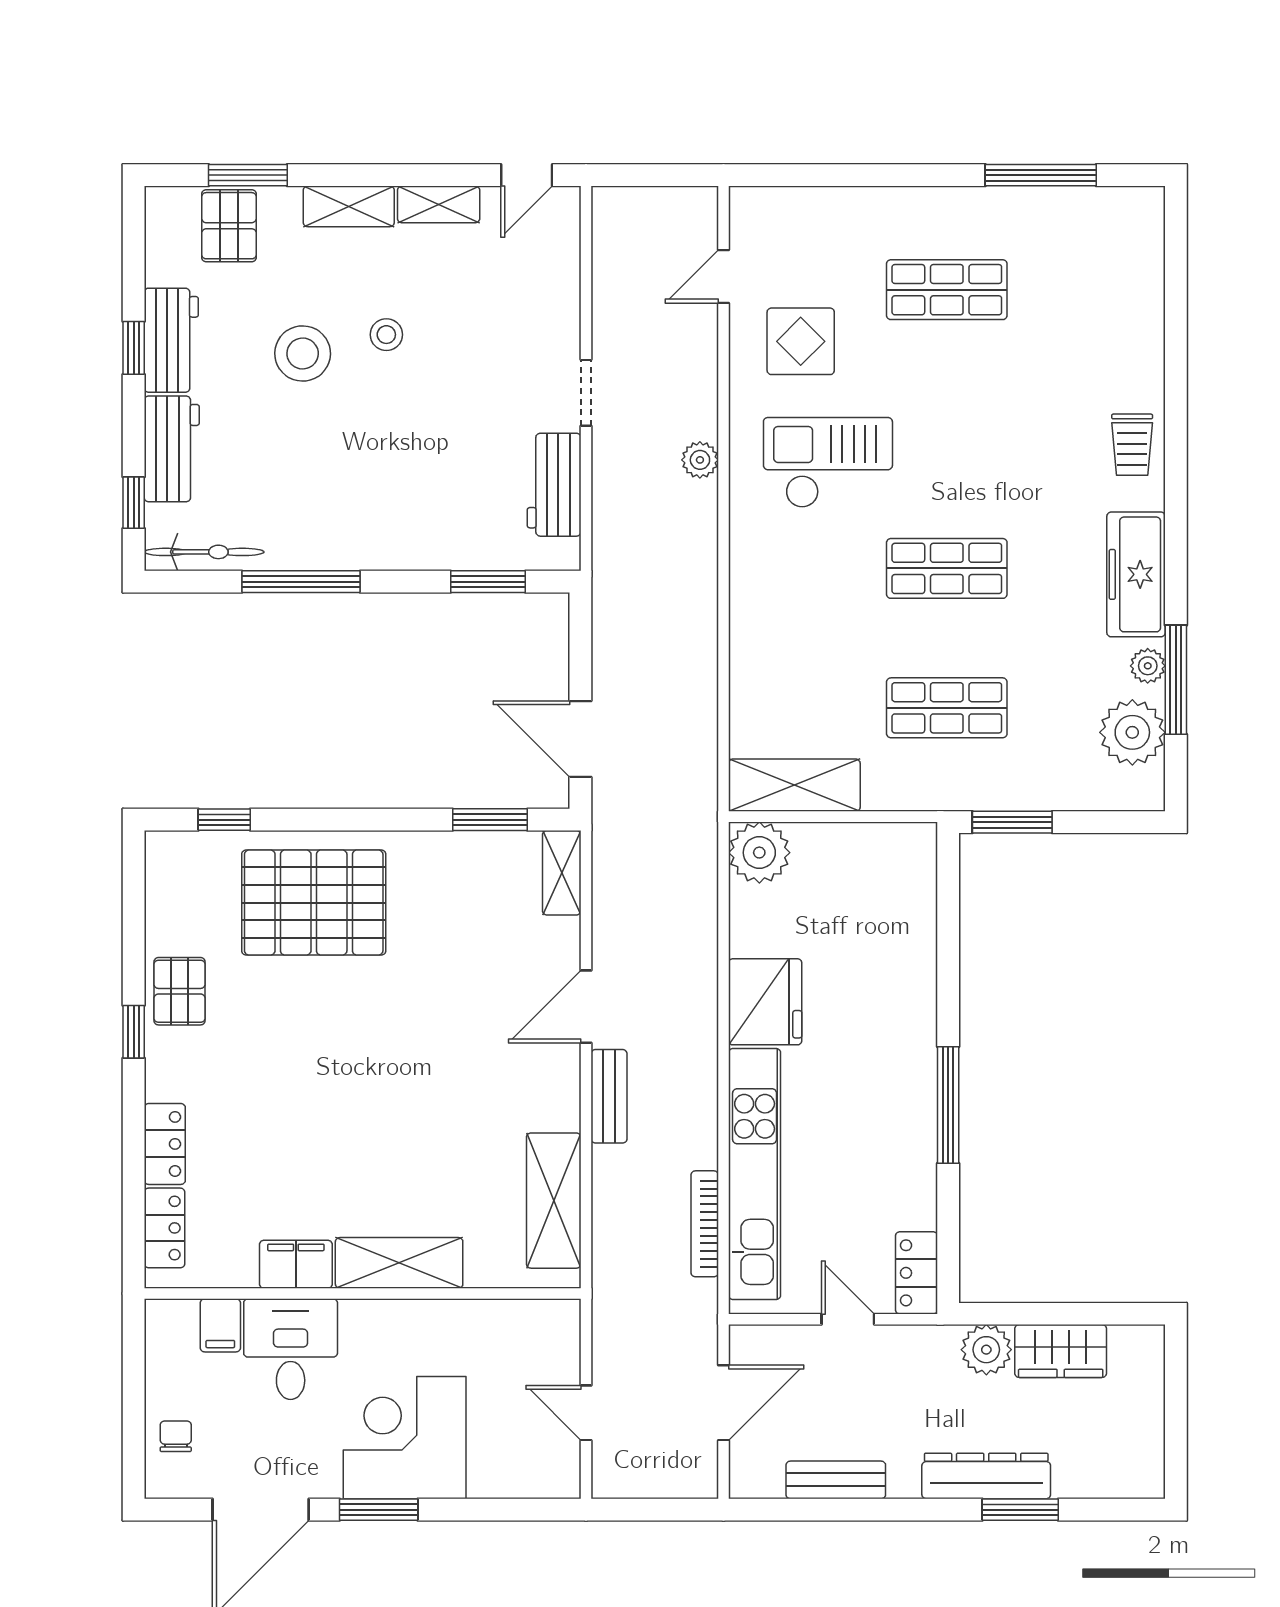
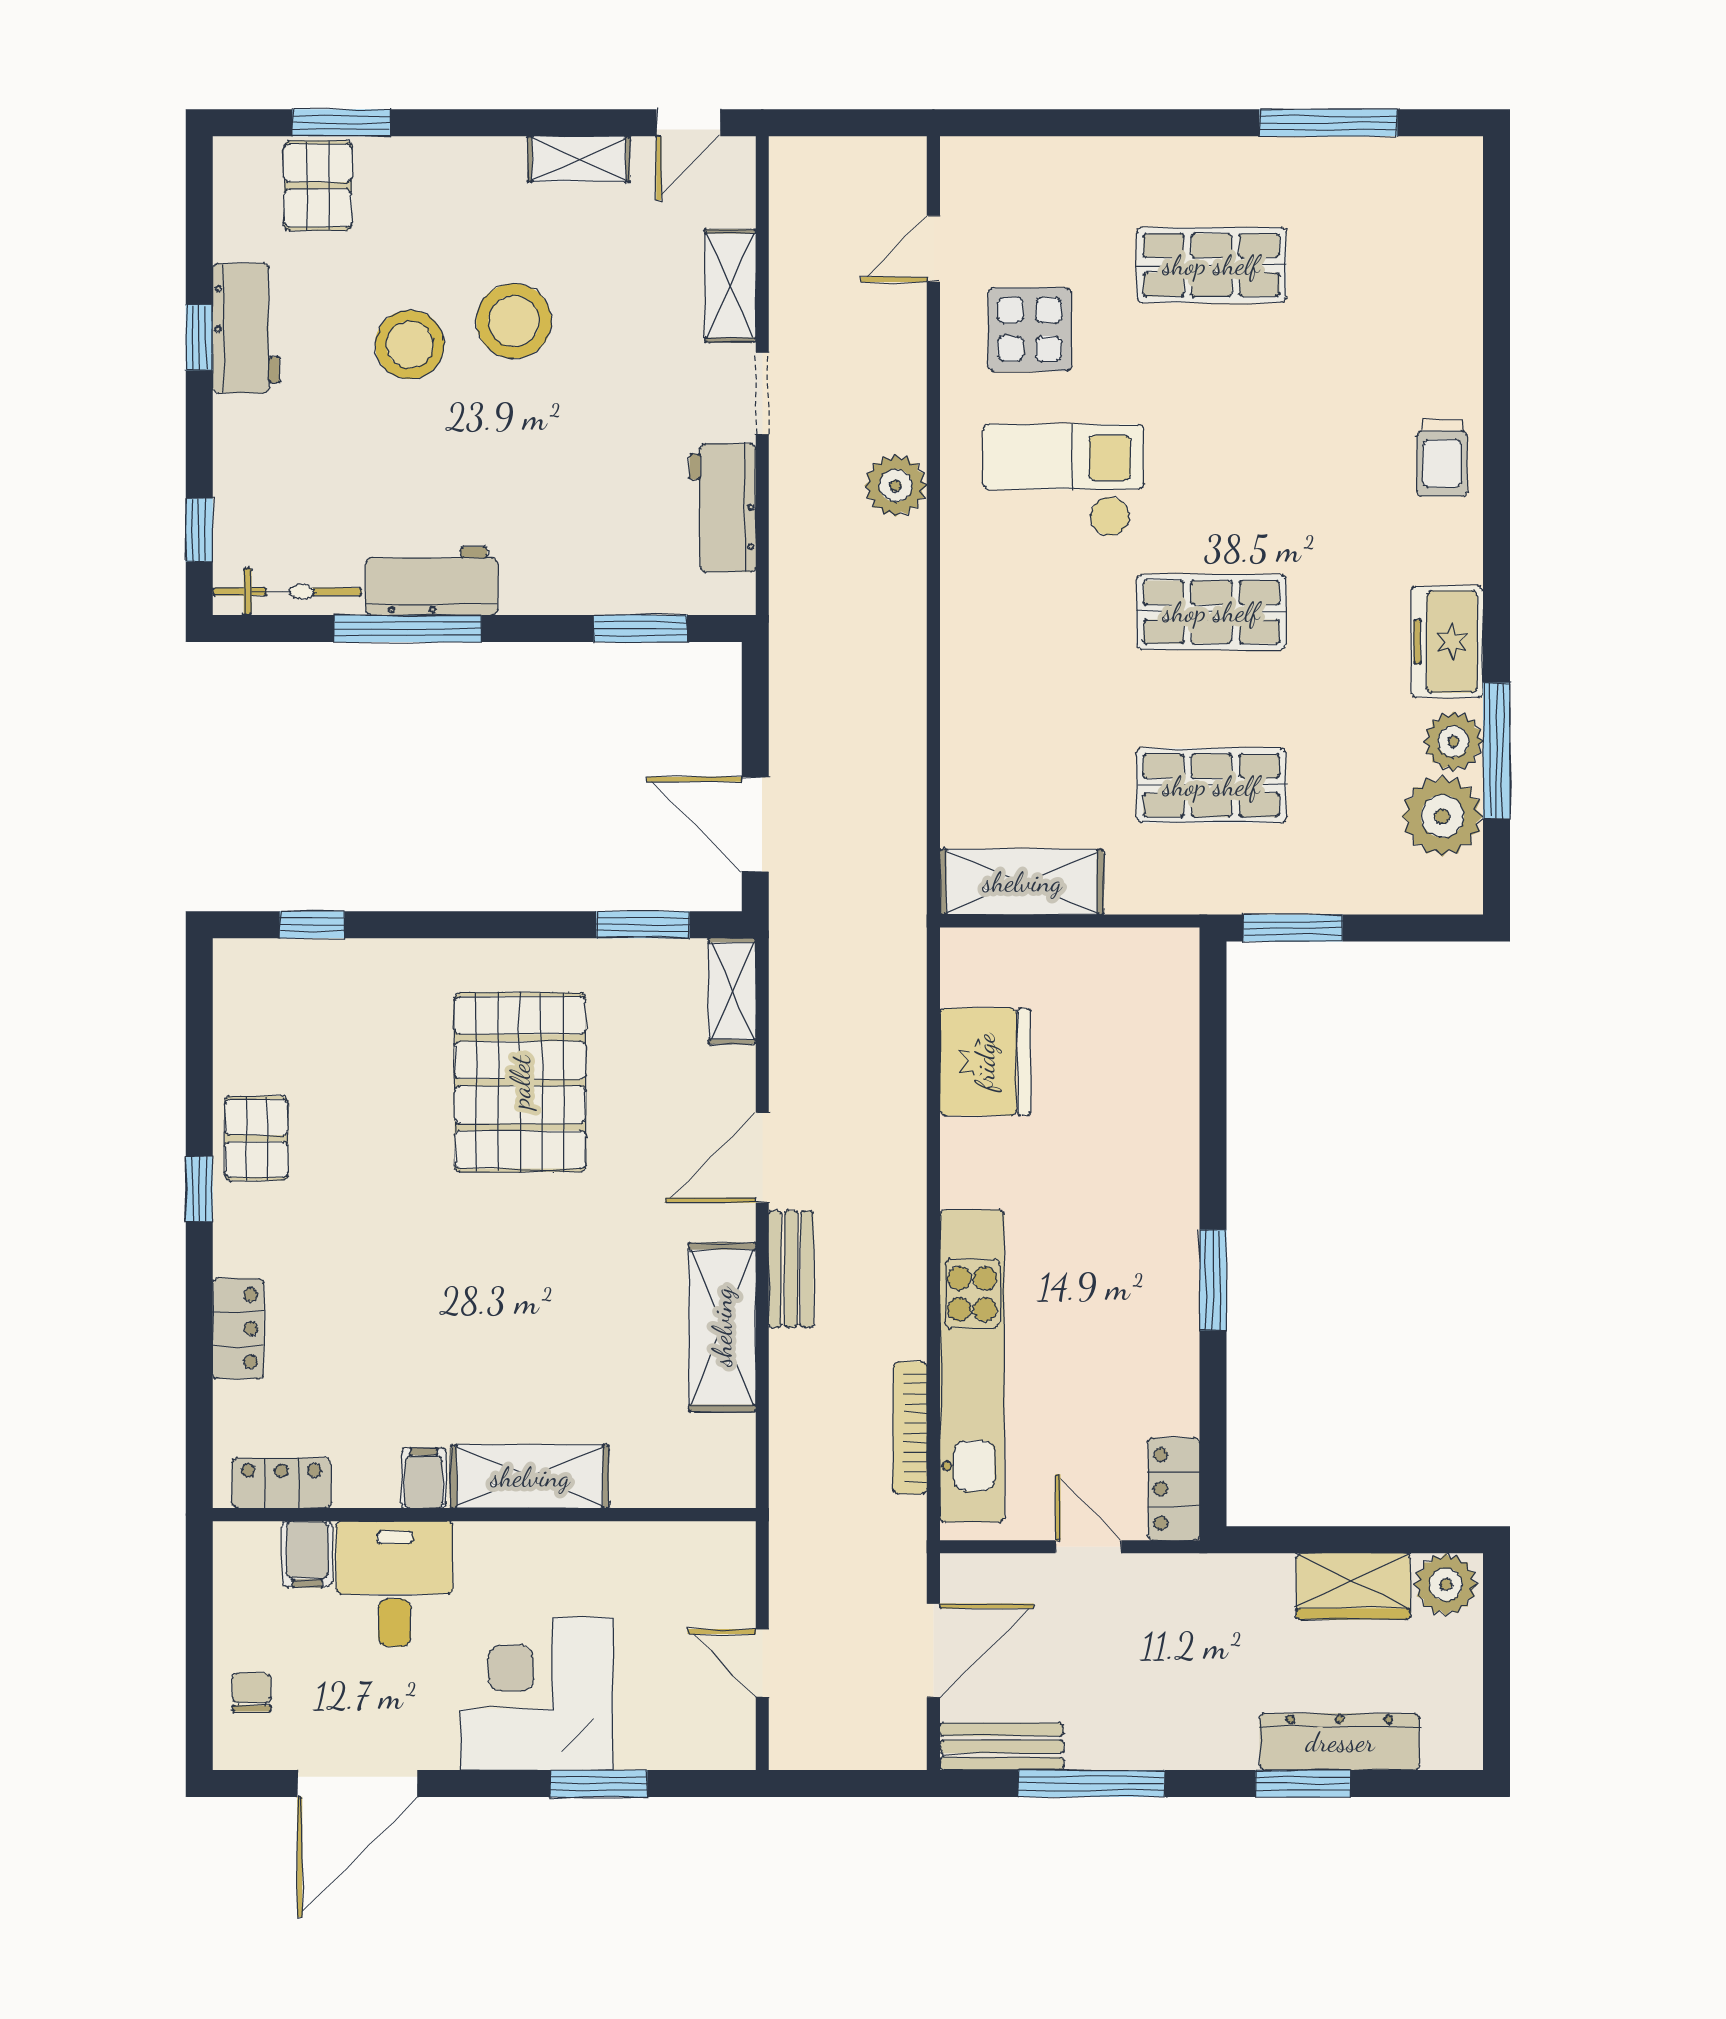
shelving: (349, 206) -> (730, 286), moved, turned 90
stool: (386, 335) -> (514, 321), width x1.89, depth x1.89
workbench: (172, 449) -> (432, 581), moved, turned -90
plant: (700, 460) -> (896, 486), width x1.38, depth x1.38
freezer: (1136, 574) -> (1447, 642), width x0.71
plant: (1148, 666) -> (1453, 741), width x1.38, depth x1.38
plant: (759, 853) -> (978, 966), removed
pallet: (314, 903) -> (520, 1082), moved, turned 90
fridge: (765, 1002) -> (985, 1062), moved
window: (948, 1105) -> (1213, 1280), width x0.69
shelving: (554, 1201) -> (722, 1327), moved
locker: (164, 1228) -> (281, 1483), moved, turned -90
filing cabinet: (296, 1264) -> (424, 1478), width x0.50
plant: (986, 1350) -> (1446, 1584), moved
dresser: (986, 1476) -> (1340, 1742), moved
bench: (836, 1480) -> (1002, 1747), moved
window: (379, 1510) -> (599, 1784), moved
window: (850, 1510) -> (1091, 1784), added

